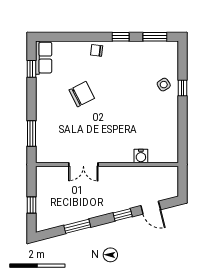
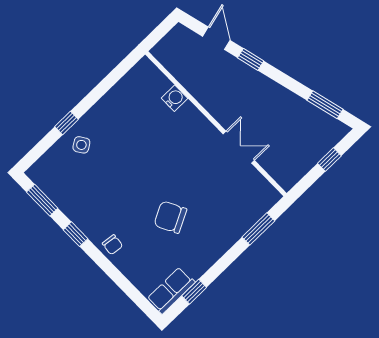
window: (77, 226) -> (325, 105), moved

